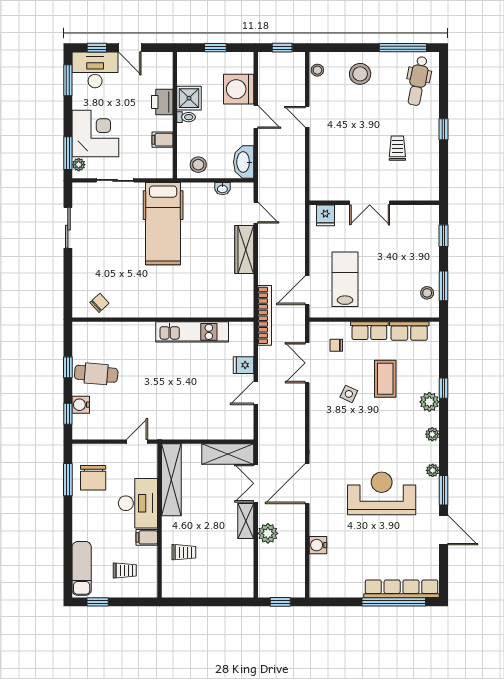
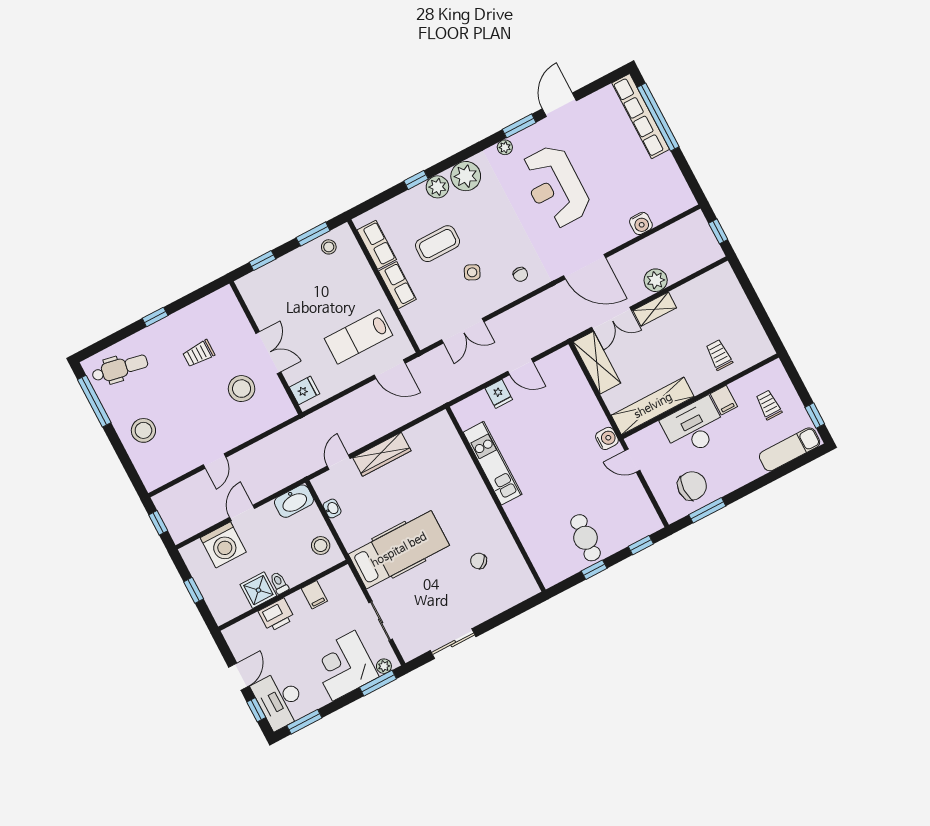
stool: (317, 70) -> (242, 389), moved, width x1.89, depth x1.89
chair: (99, 303) -> (479, 561), moved
bookcase: (265, 315) -> (438, 399), removed
chair: (336, 345) -> (520, 274), moved
water cooler: (81, 405) -> (607, 438), moved, turned -90
plant: (432, 434) -> (466, 176), width x1.88, depth x1.88

